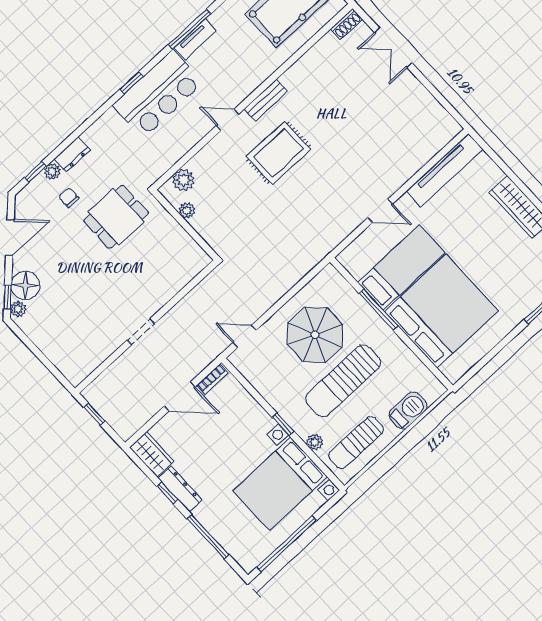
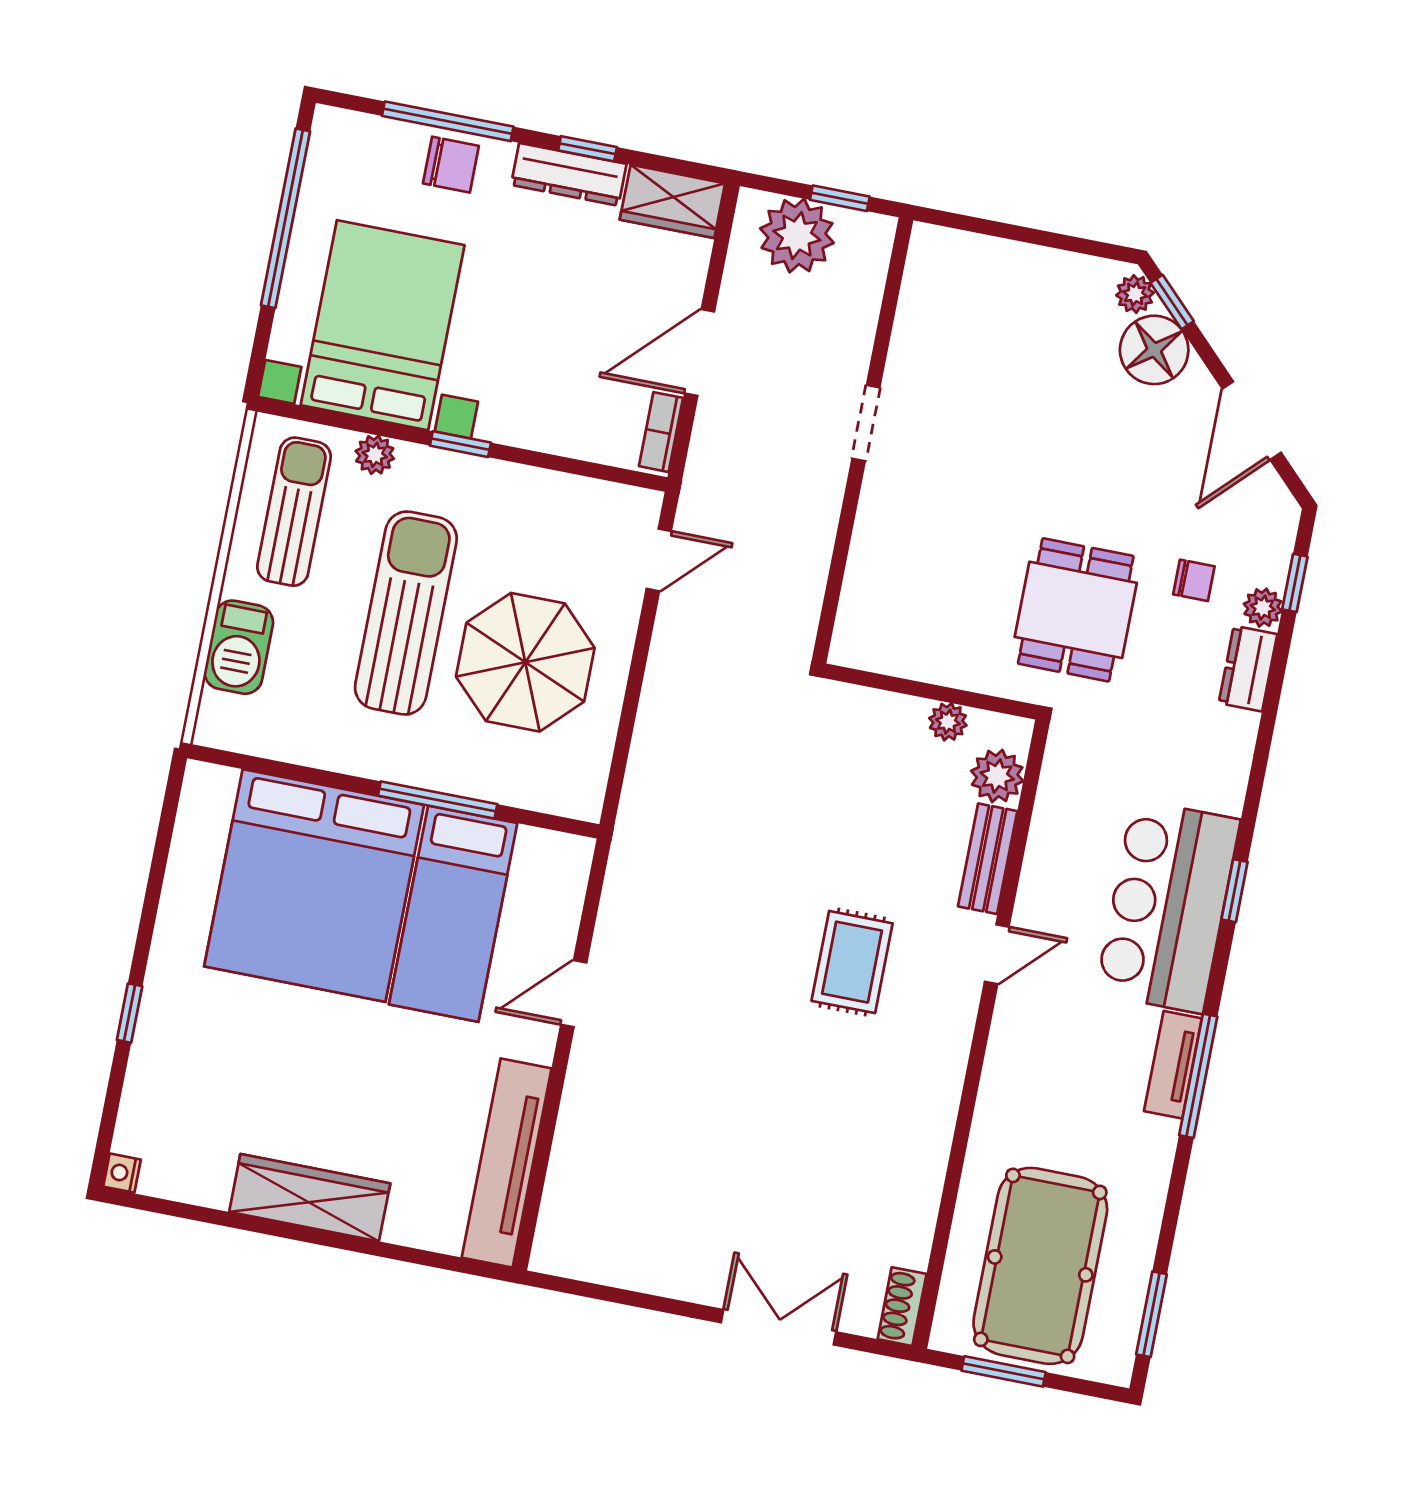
bench: (266, 100) -> (988, 859), moved
rug: (278, 153) -> (852, 962), width x0.73, depth x0.70
plant: (118, 412) -> (797, 236), added
chair: (217, 521) -> (451, 165), added

